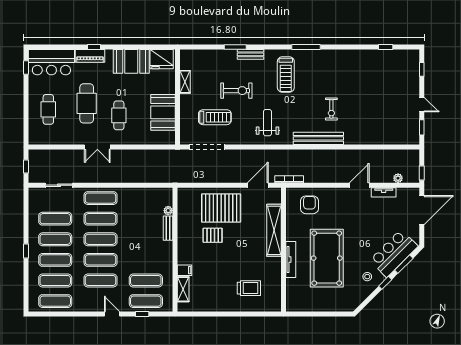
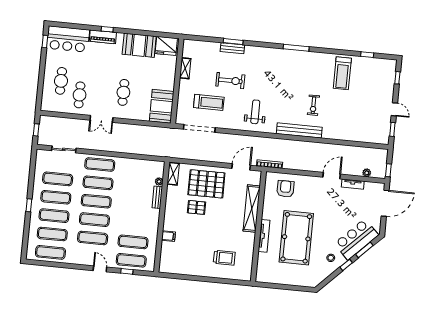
bench: (250, 54) -> (232, 48), moved
treadmill: (286, 74) -> (342, 73), moved
cafe table: (87, 103) -> (80, 95), moved, width x0.73, depth x0.74
booth: (163, 112) -> (162, 106), moved
shelving: (183, 289) -> (173, 174), moved

